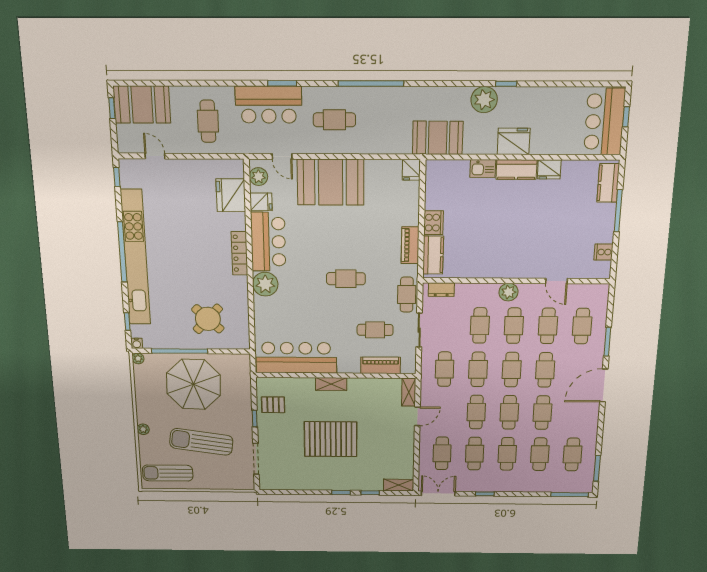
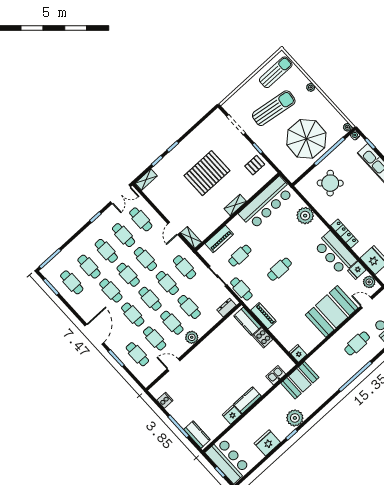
fridge: (514, 141) -> (267, 443), moved, turned 180
kitchen sink: (483, 169) -> (276, 375), moved
plant: (265, 284) -> (305, 216), moved

